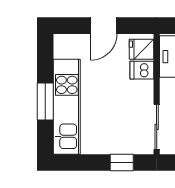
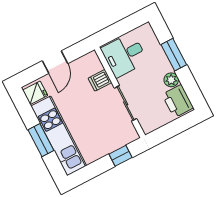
fridge: (141, 49) -> (35, 93), moved, turned 180
sliding door: (157, 127) -> (126, 103), moved

